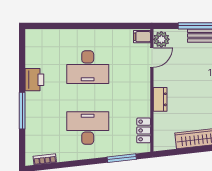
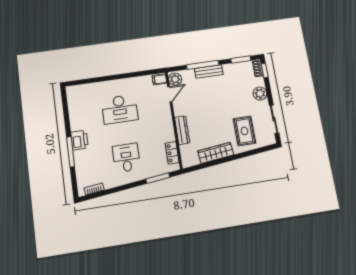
printer: (34, 80) -> (79, 140), moved
dresser: (160, 99) -> (182, 130), width x1.44
desk: (88, 128) -> (126, 158), width x0.73

